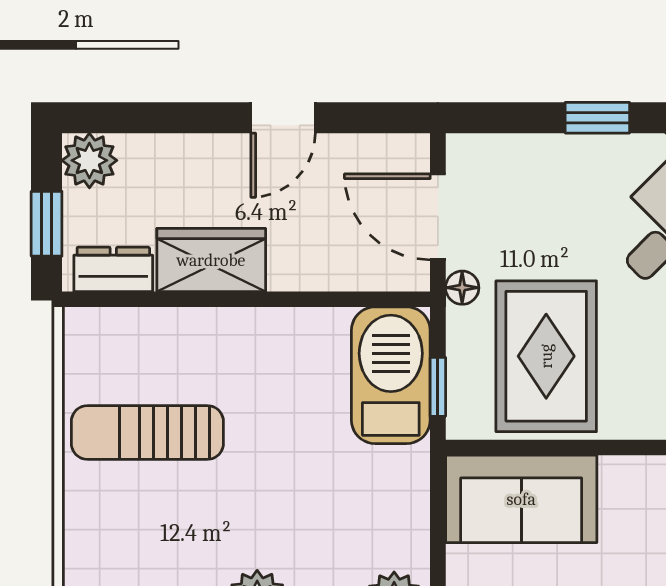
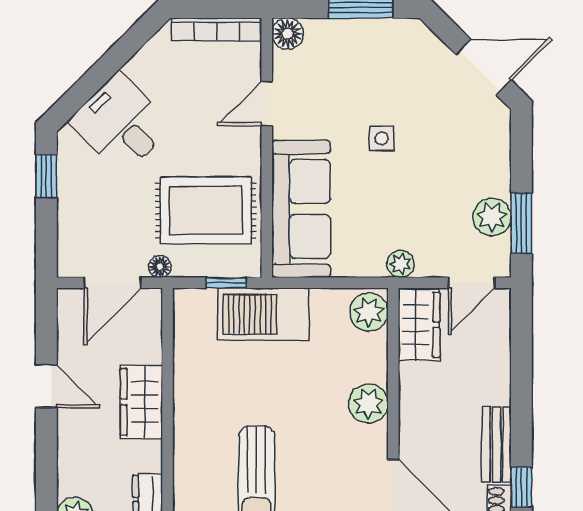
wardrobe: (211, 260) -> (141, 402), moved
barbecue: (391, 375) -> (263, 314), moved
sofa: (521, 499) -> (301, 209), width x1.36

